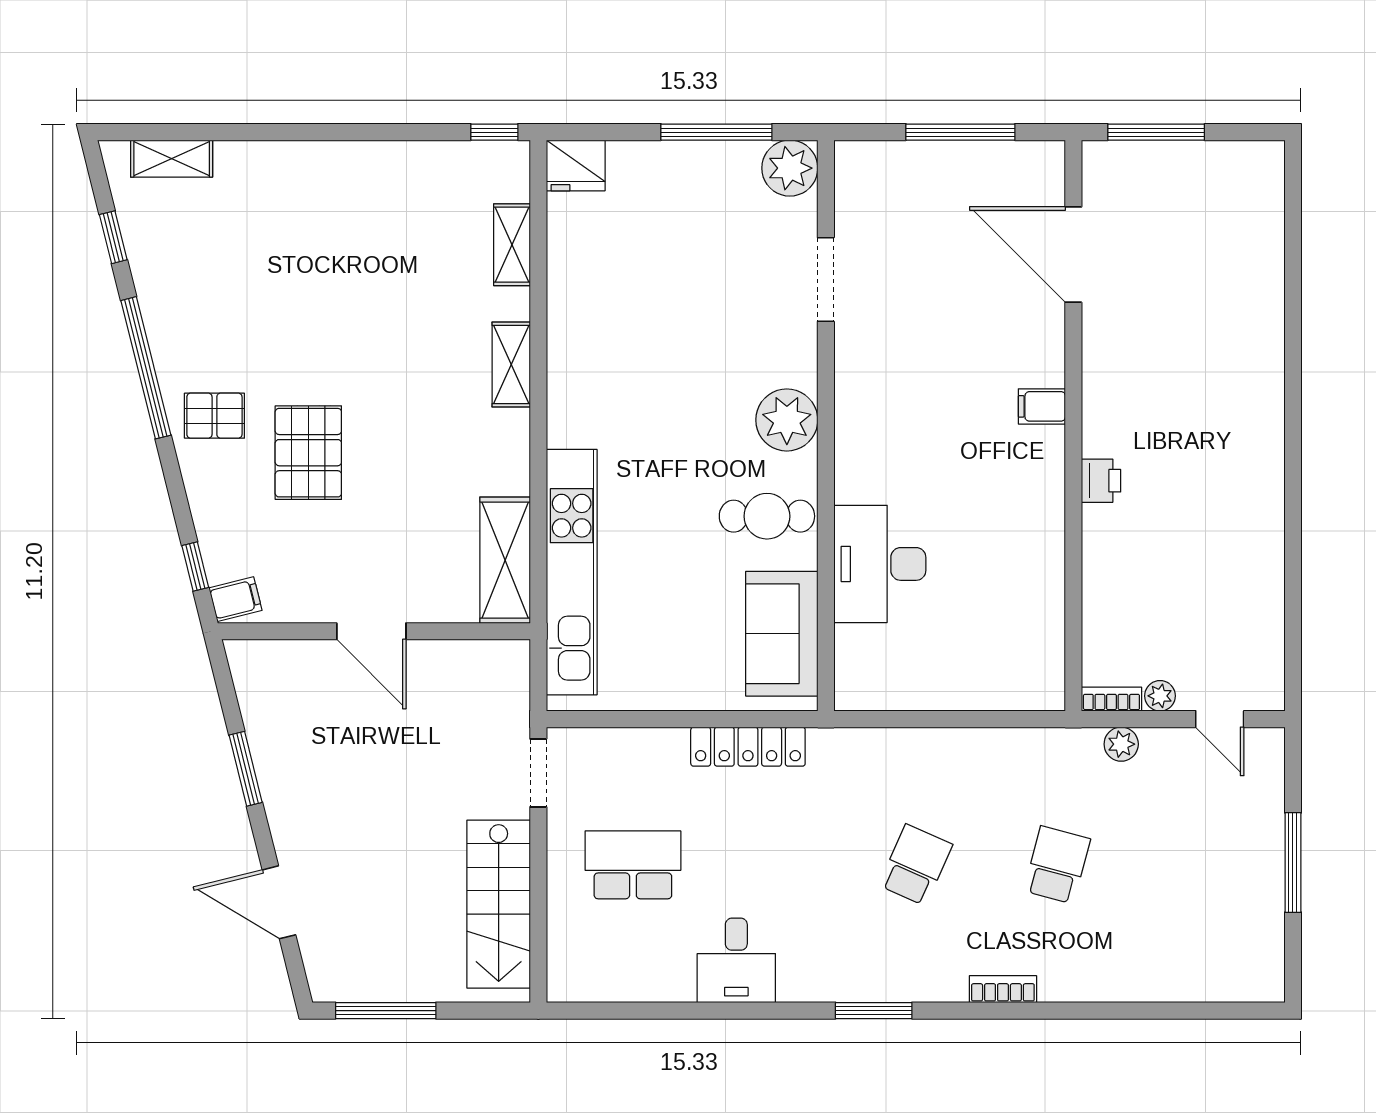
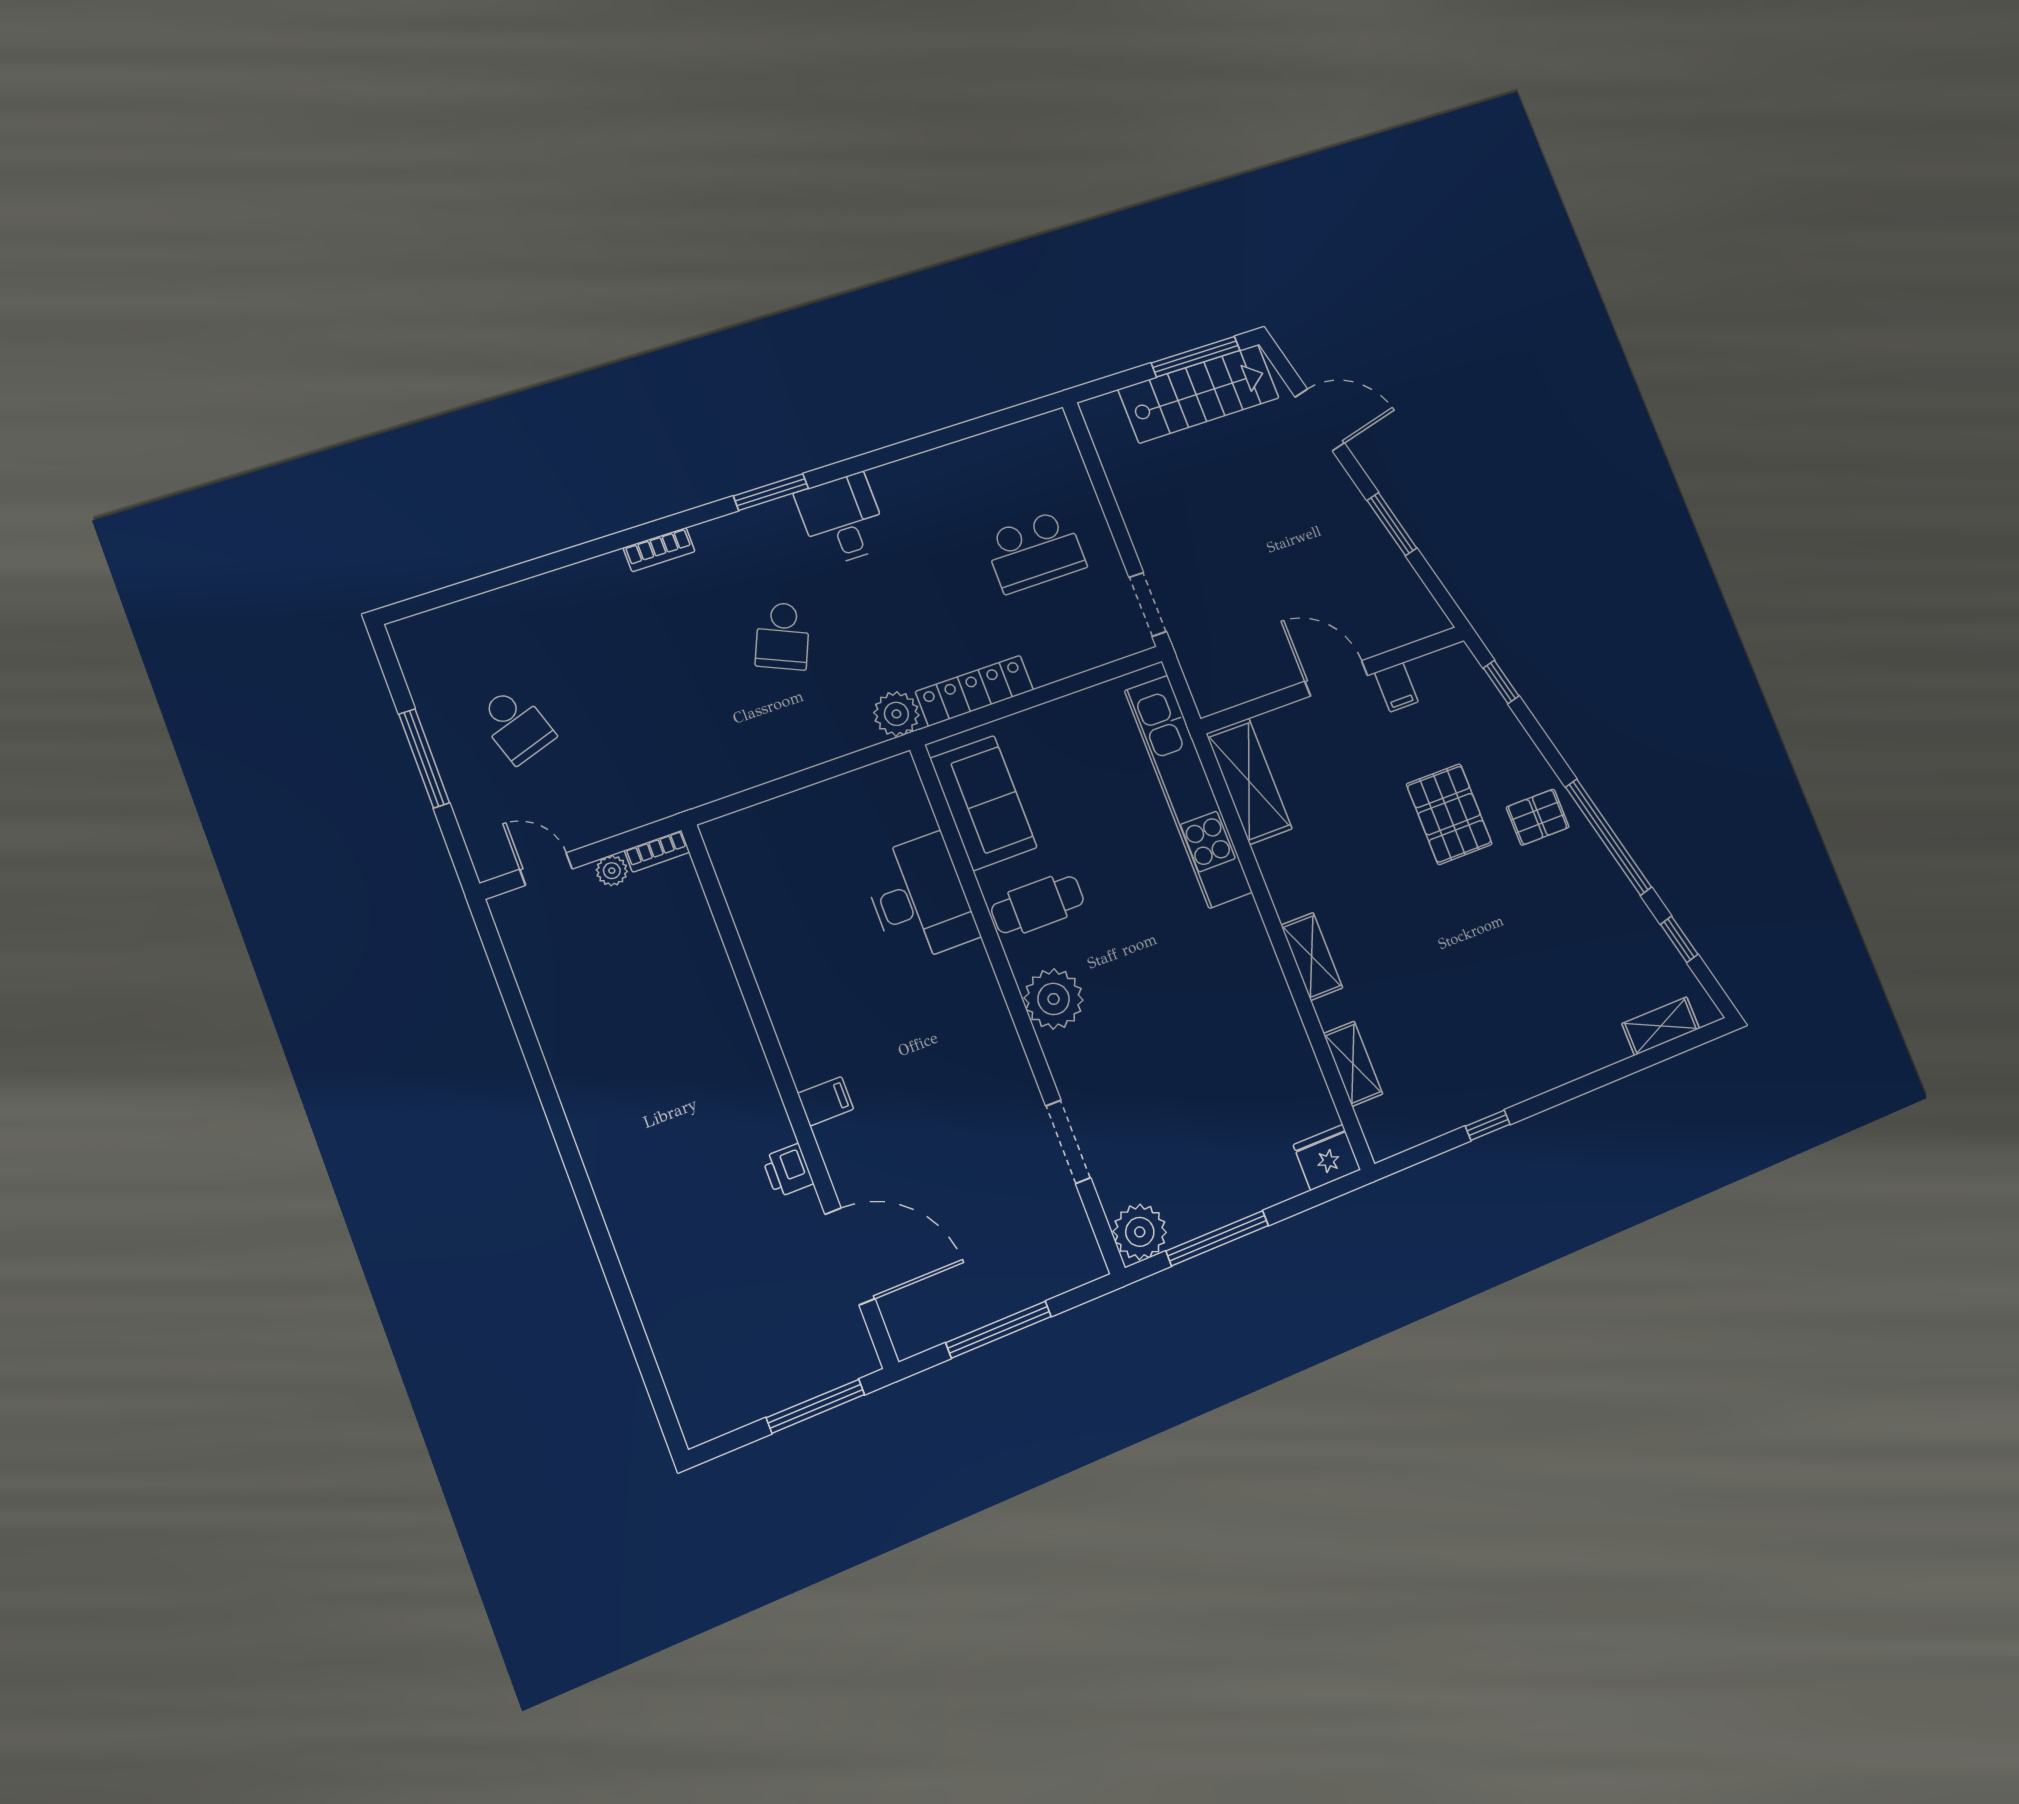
window: (494, 132) -> (1488, 1125), moved
printer: (1101, 481) -> (788, 1170), moved
filing cabinet: (235, 599) -> (1396, 687), moved, turned -76
plant: (1121, 744) -> (896, 714), moved, width x1.38, depth x1.38
school desk: (1057, 865) -> (516, 725), moved, turned -33
stairs: (499, 904) -> (1199, 394), moved, turned 90
desk: (736, 960) -> (842, 520), moved

